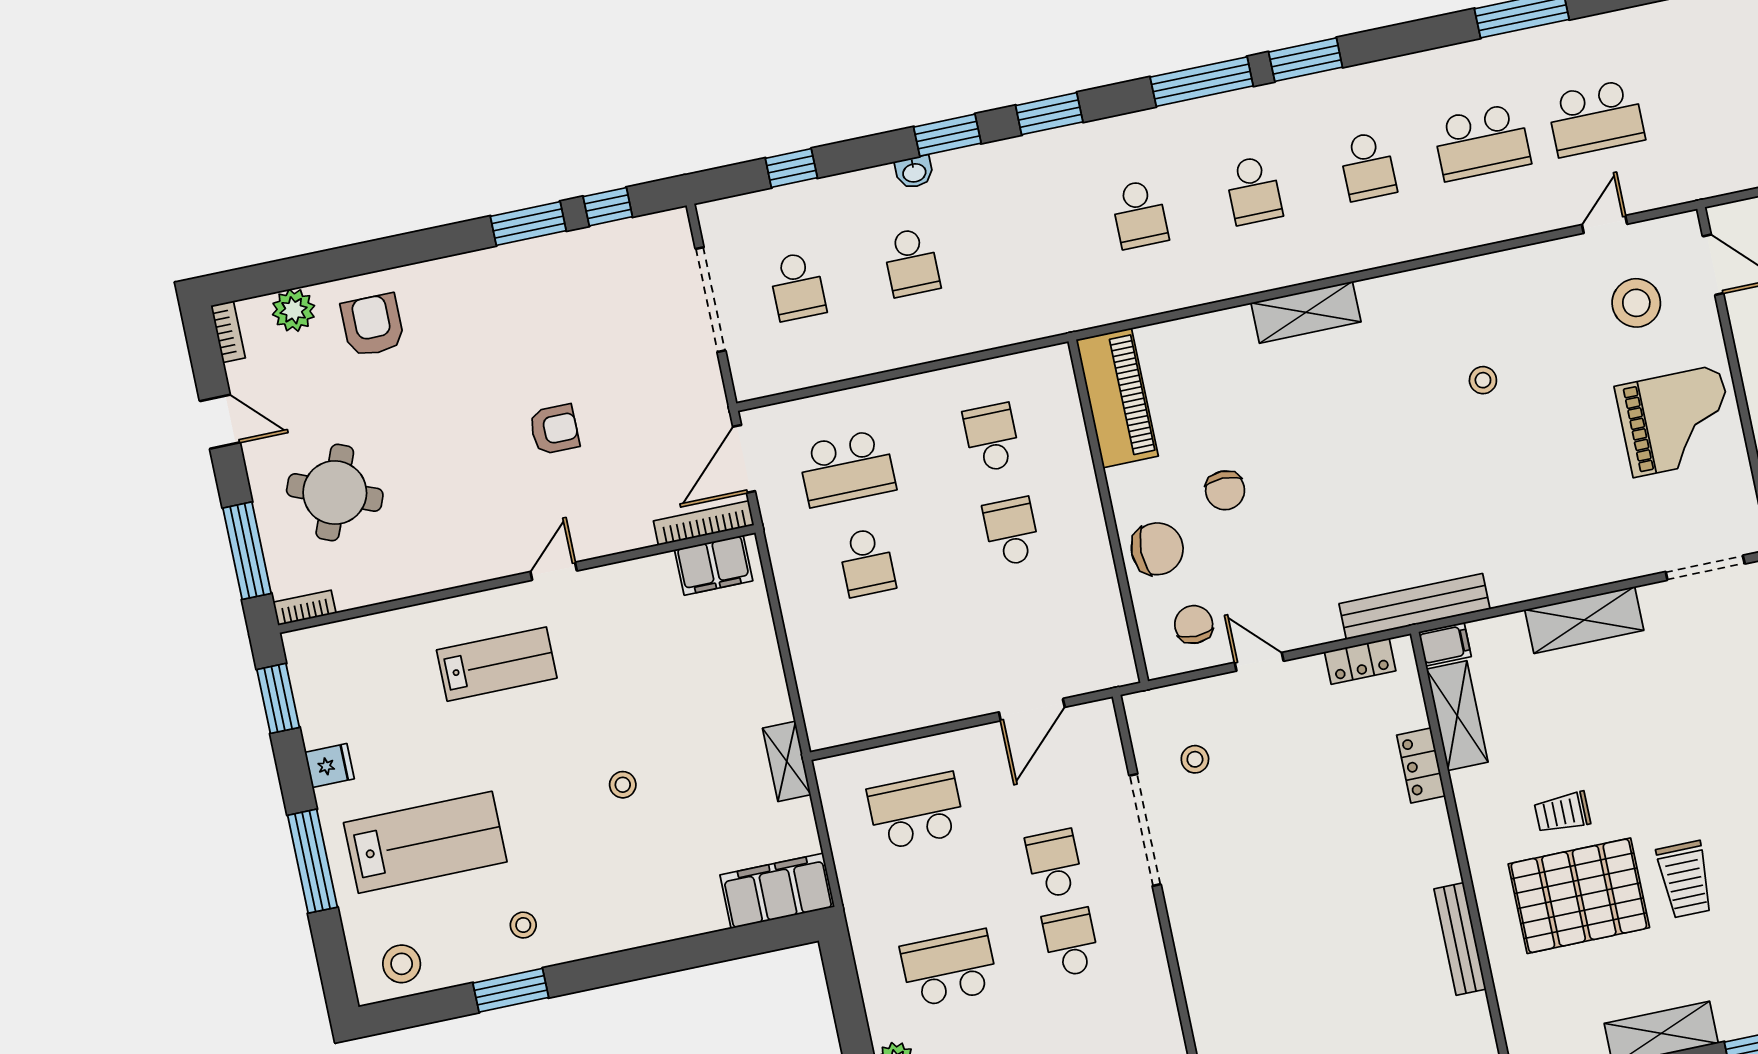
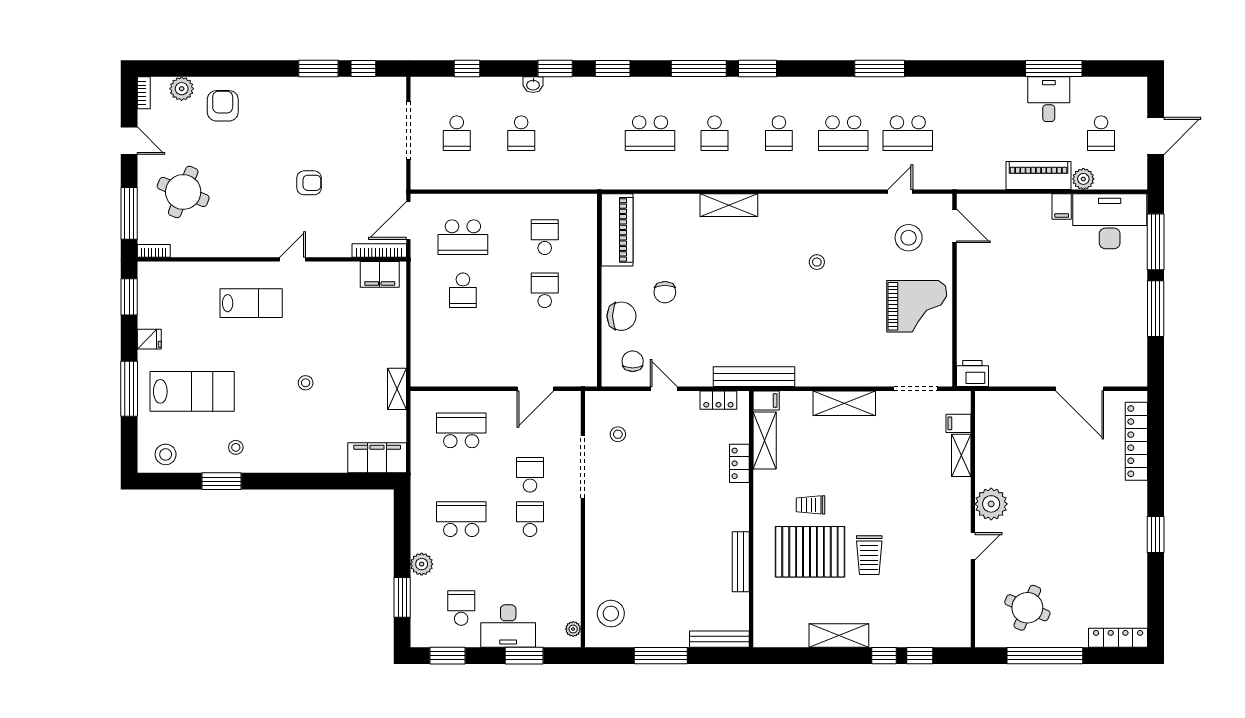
school desk: (1139, 214) -> (650, 133), width x1.85

